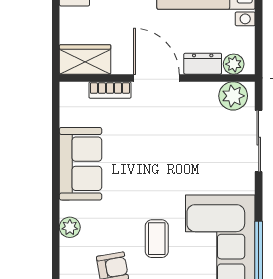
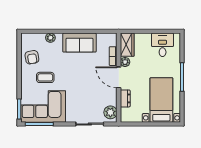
plant: (234, 64) -> (125, 62), moved
door: (156, 78) -> (119, 77), swing flipped

